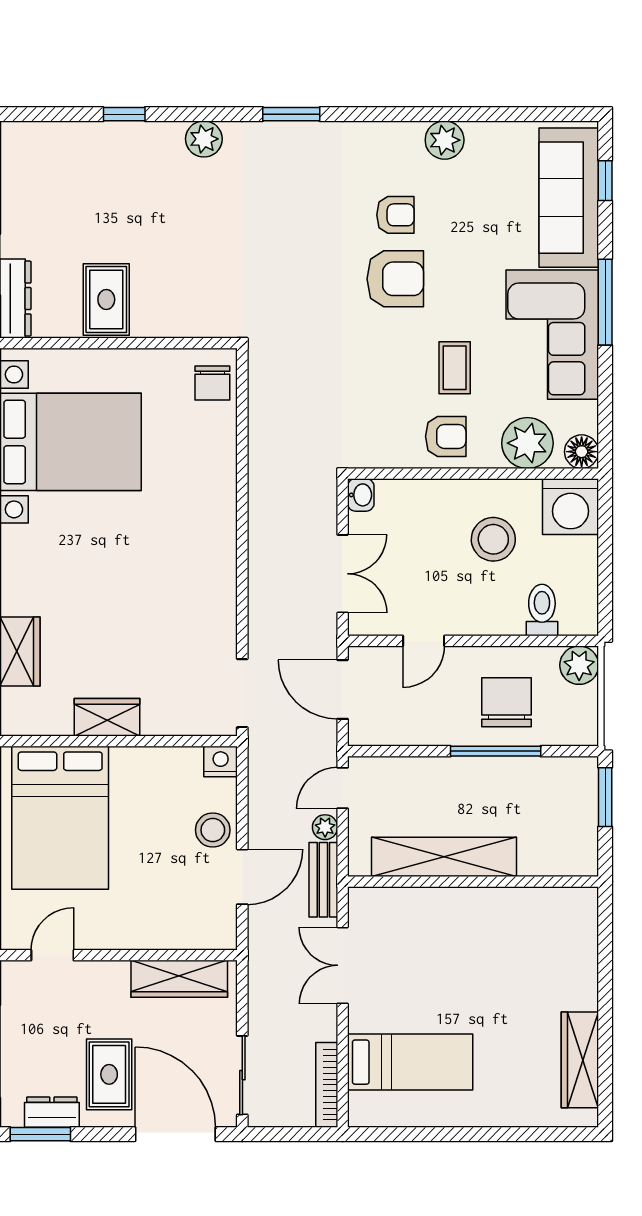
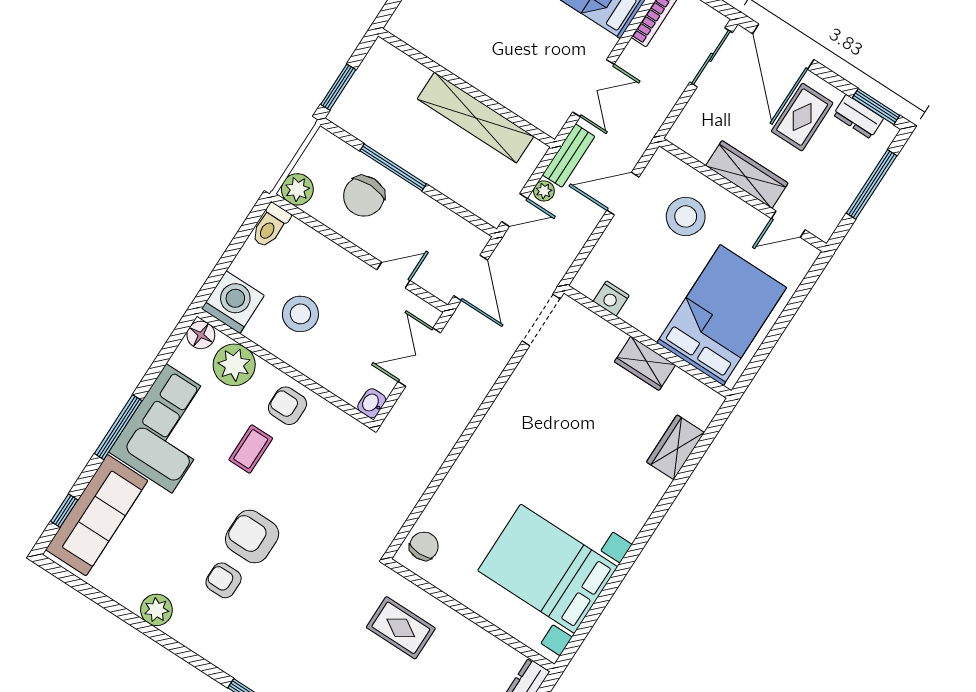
rug: (106, 299) -> (401, 628), moved, turned 90
toilet: (542, 610) -> (270, 226), moved
nightstand: (221, 762) -> (611, 298), moved
stool: (213, 830) -> (686, 216), moved, width x1.38, depth x1.38
wardrobe: (179, 979) -> (747, 174), moved

